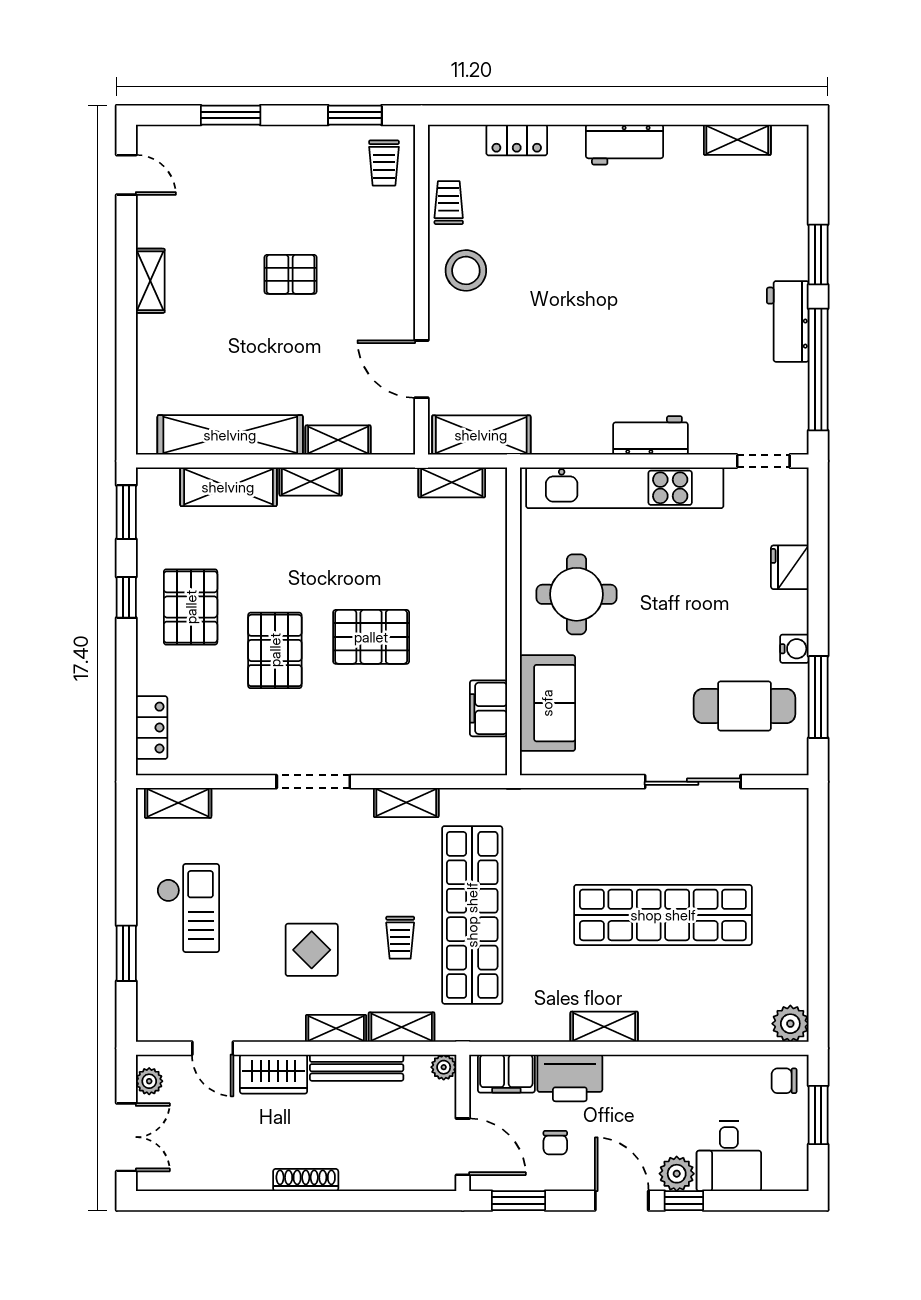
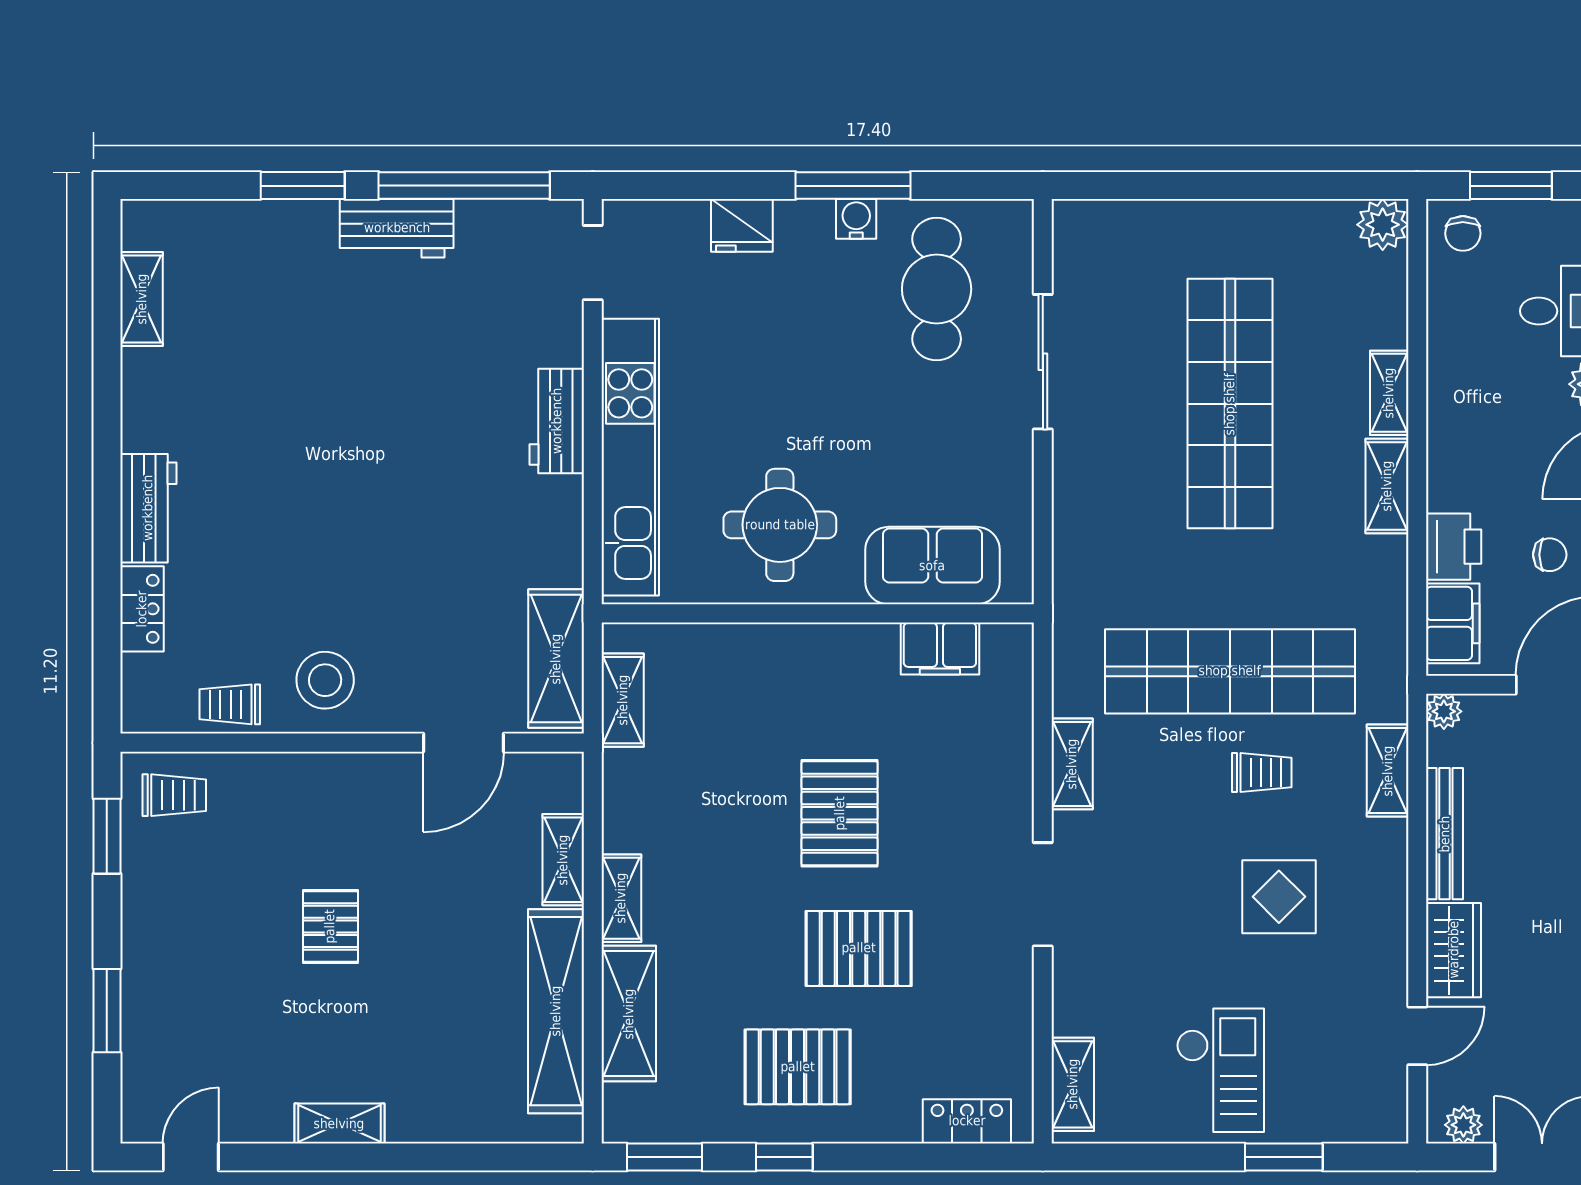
workbench: (625, 145) -> (148, 508), moved
window: (818, 697) -> (853, 186), moved
checkout: (188, 908) -> (1220, 1070), turned 90
shelving: (336, 1028) -> (1389, 393), moved
printer: (570, 1078) -> (1454, 547), width x0.73, depth x0.84

